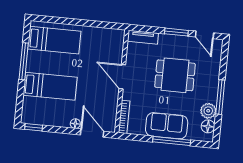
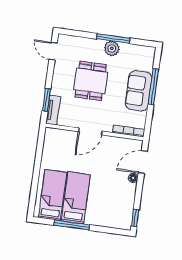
window: (176, 32) -> (46, 100), moved
door: (204, 35) -> (53, 51), swing flipped
bed: (50, 86) -> (76, 198), moved
plant: (208, 111) -> (112, 48), moved
floor lamp: (208, 126) -> (141, 51), removed

